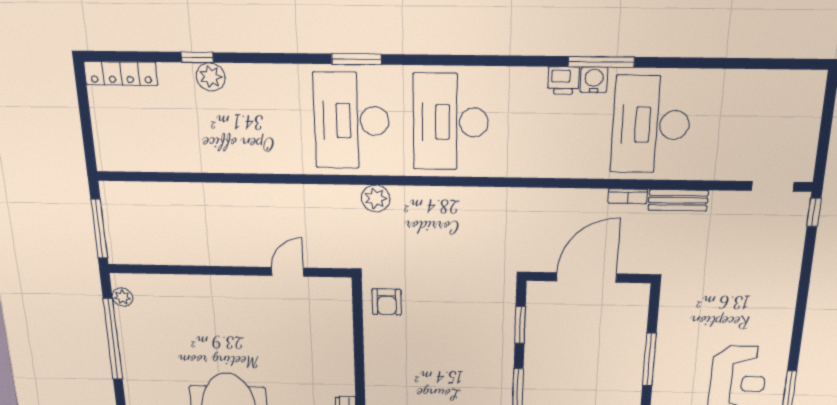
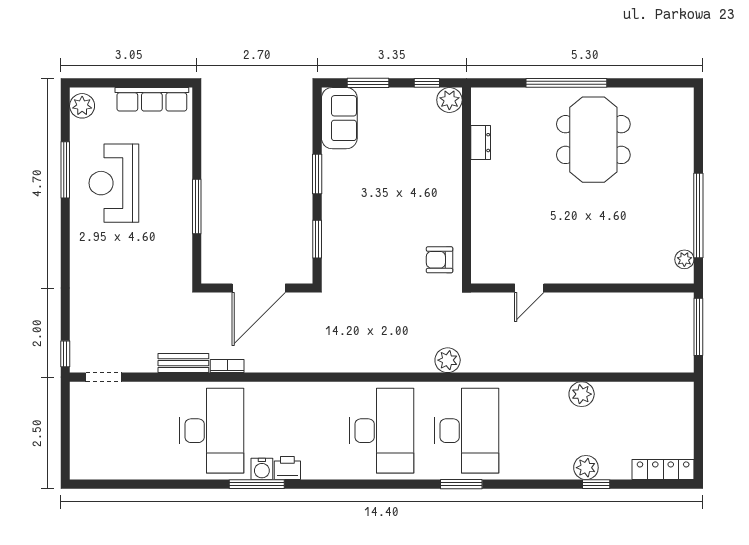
plant: (222, 159) -> (582, 394), added
armchair: (387, 302) -> (440, 260), turned -90

